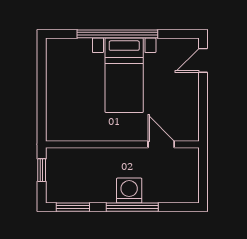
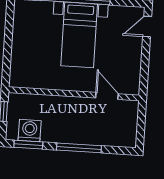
washing machine: (129, 191) -> (30, 131), moved

